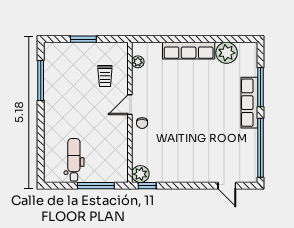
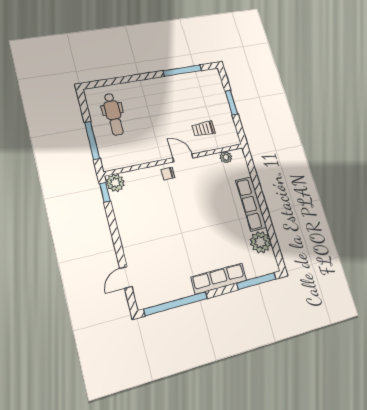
window: (261, 87) -> (256, 281), moved
dental chair: (74, 160) -> (113, 114), turned 90

